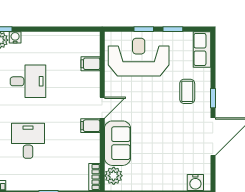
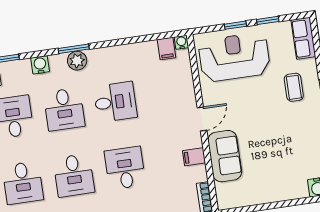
water cooler: (15, 37) -> (181, 42), moved
filing cabinet: (90, 64) -> (166, 49), moved, turned -90
filing cabinet: (90, 126) -> (194, 157), moved
plant: (114, 176) -> (226, 193), removed

